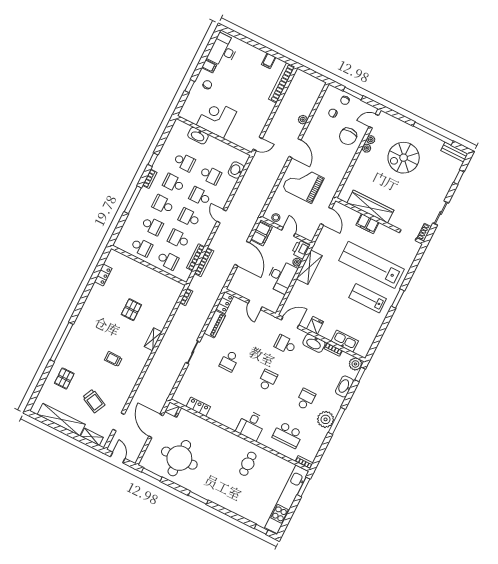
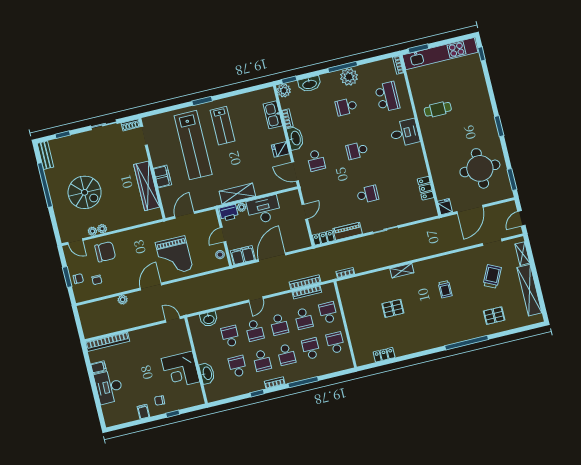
desk: (223, 50) -> (109, 387), moved, turned 90

